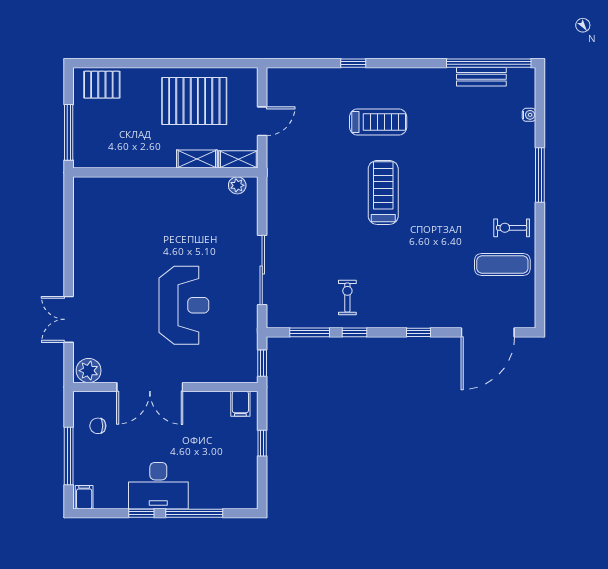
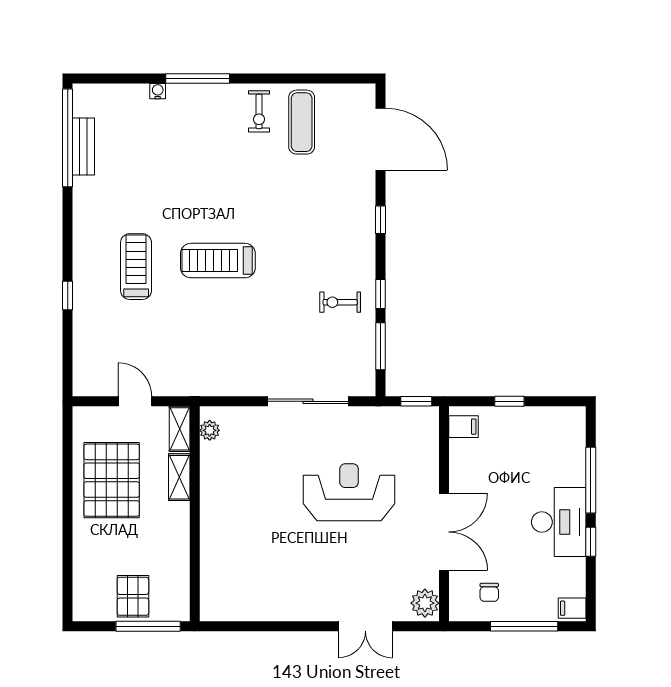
pallet: (102, 85) -> (133, 596), moved
water cooler: (529, 115) -> (158, 91), moved

